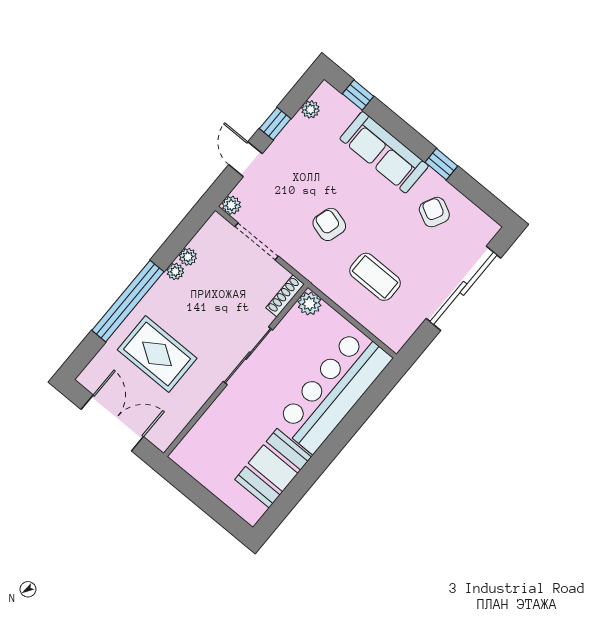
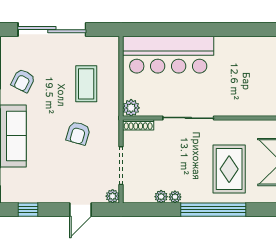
plant: (310, 109) -> (23, 196), removed
window: (275, 124) -> (28, 210), moved
booth: (273, 468) -> (239, 52), removed

